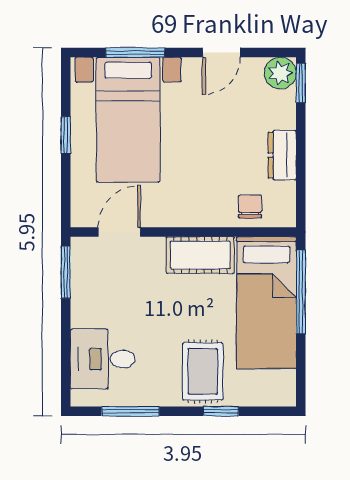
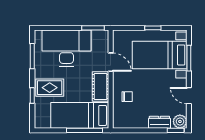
dresser: (282, 155) -> (159, 122), moved
chair: (250, 206) -> (127, 97), moved
door: (119, 232) -> (111, 62), moved
desk: (103, 359) -> (66, 48), width x1.87, depth x1.30

